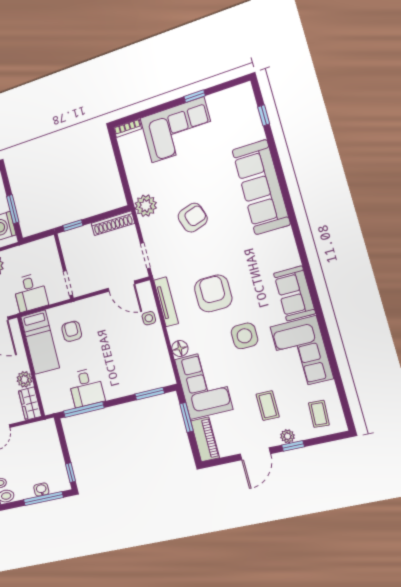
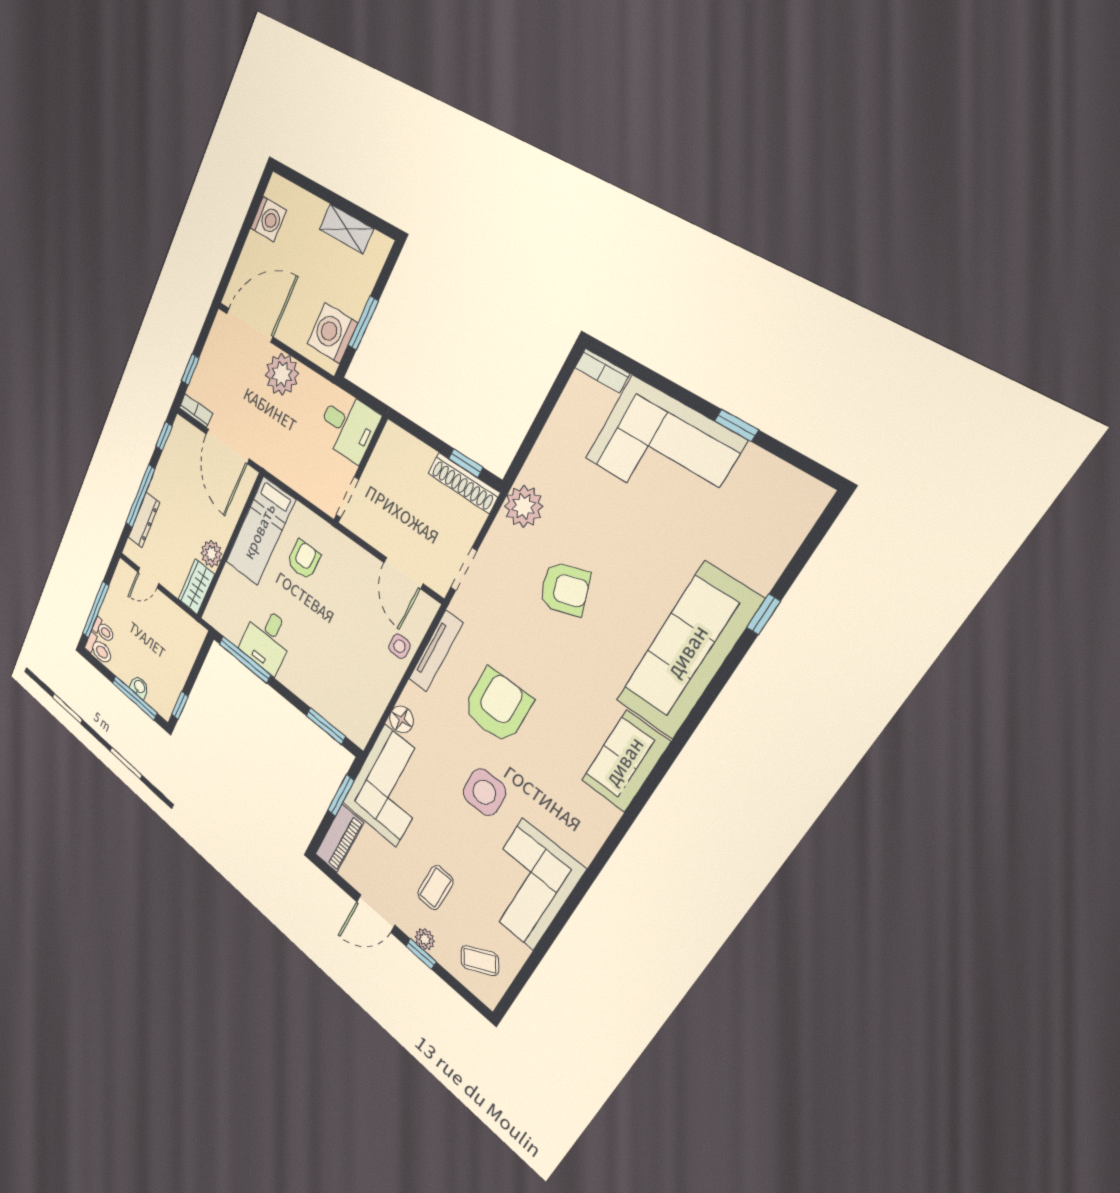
window: (264, 115) -> (764, 614), moved
window: (73, 226) -> (466, 463), moved
desk: (30, 292) -> (348, 426), moved, turned -90
sofa: (294, 293) -> (625, 761), moved
coffee table: (319, 414) -> (480, 961), turned 57

